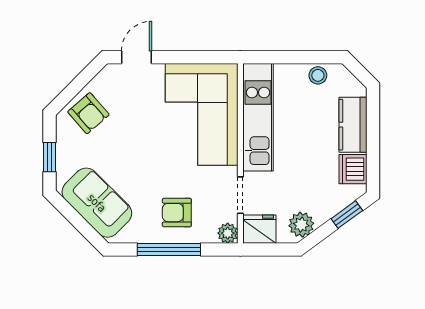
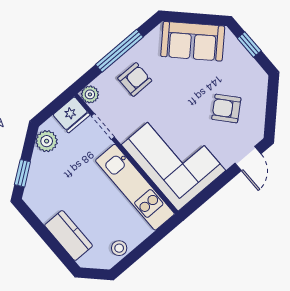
armchair: (88, 113) -> (226, 108), moved
dishwasher: (353, 169) -> (44, 206), removed

